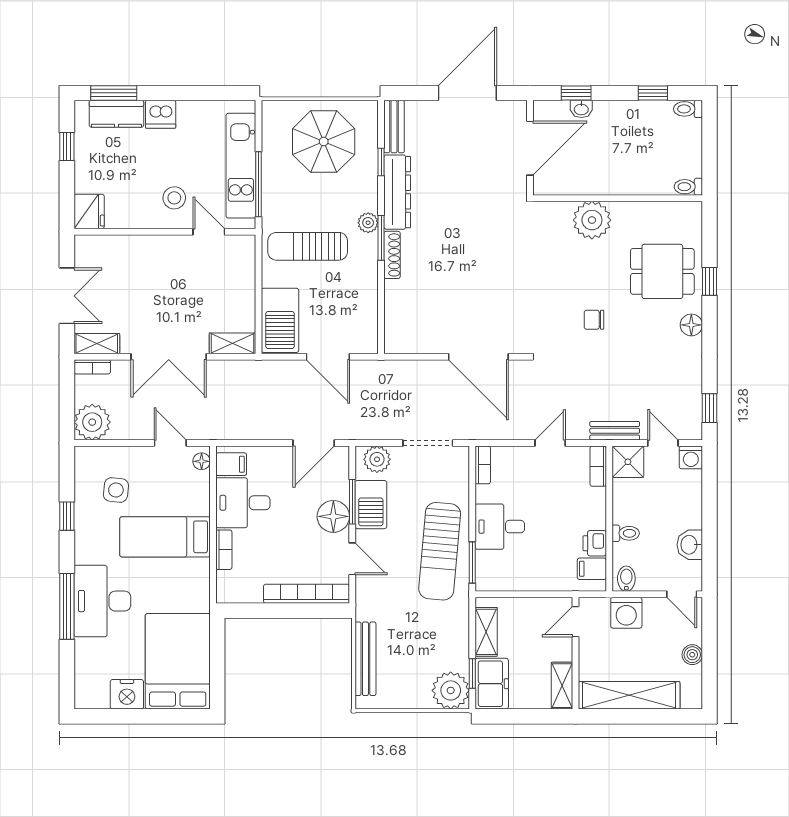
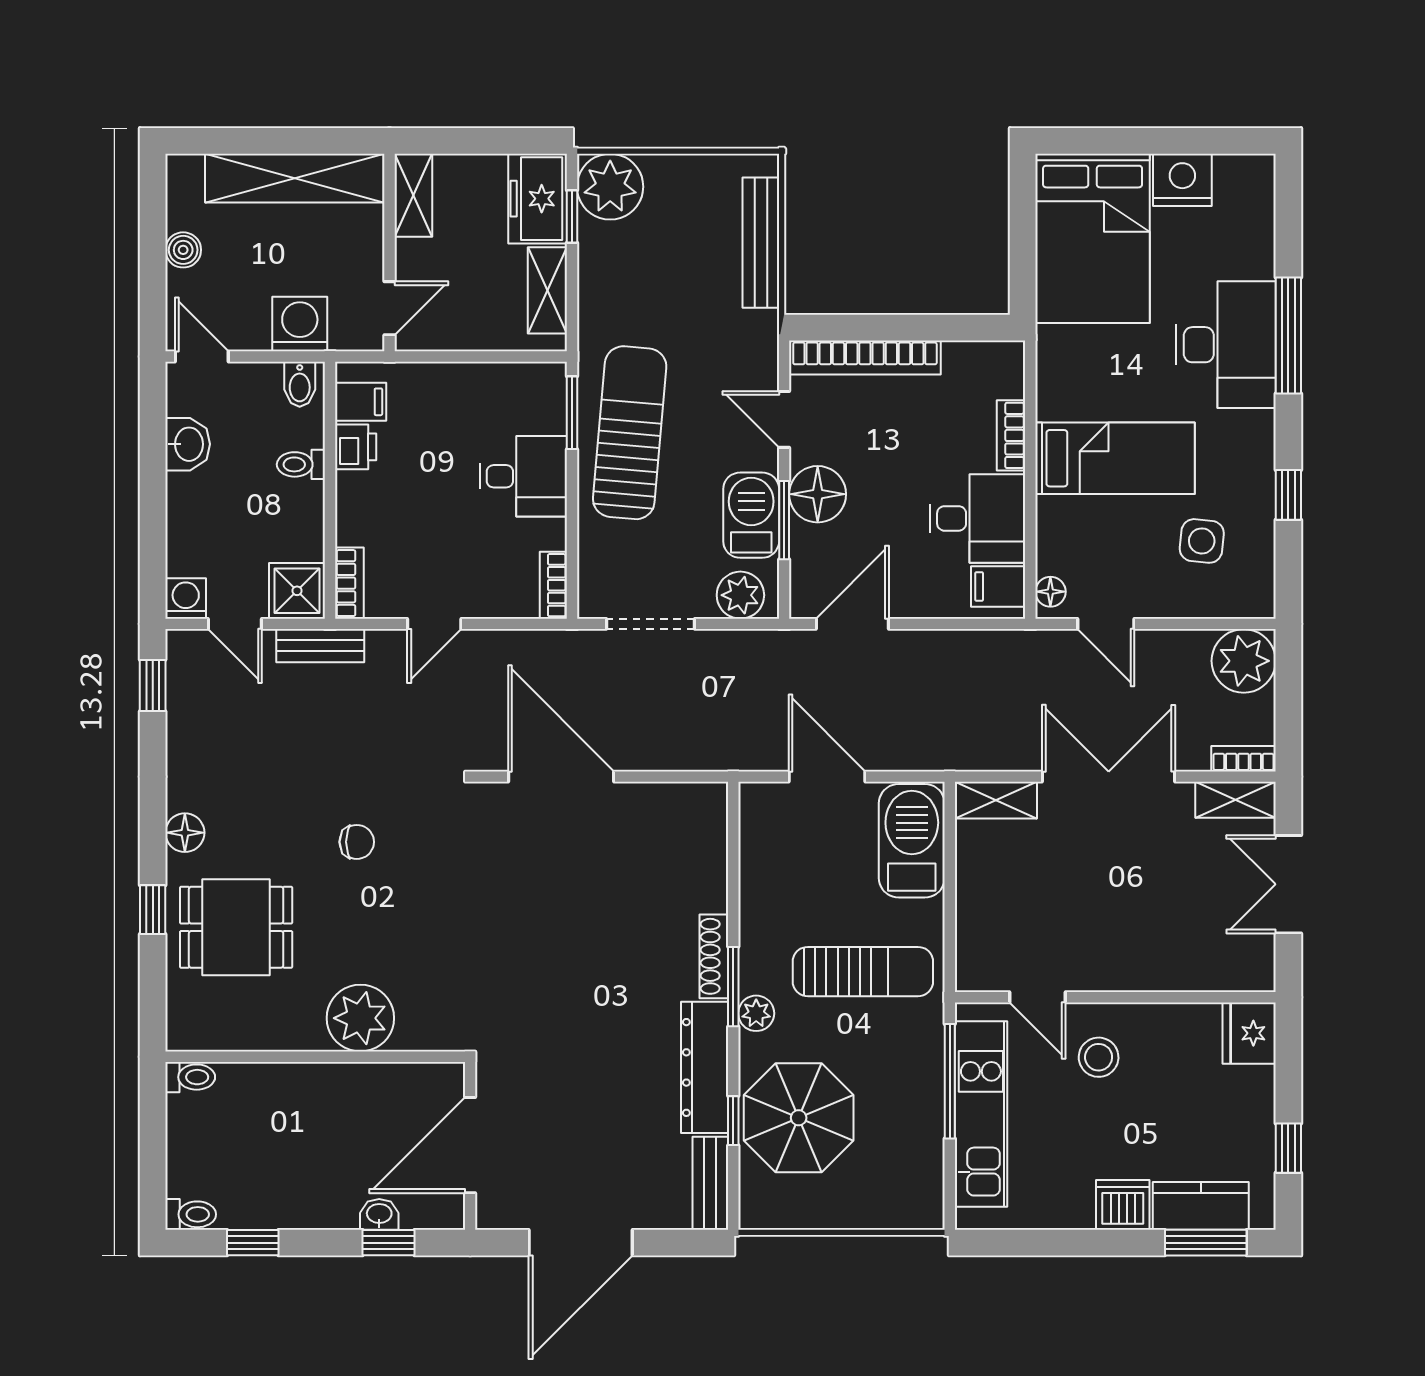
parasol: (324, 142) -> (799, 1118), moved

